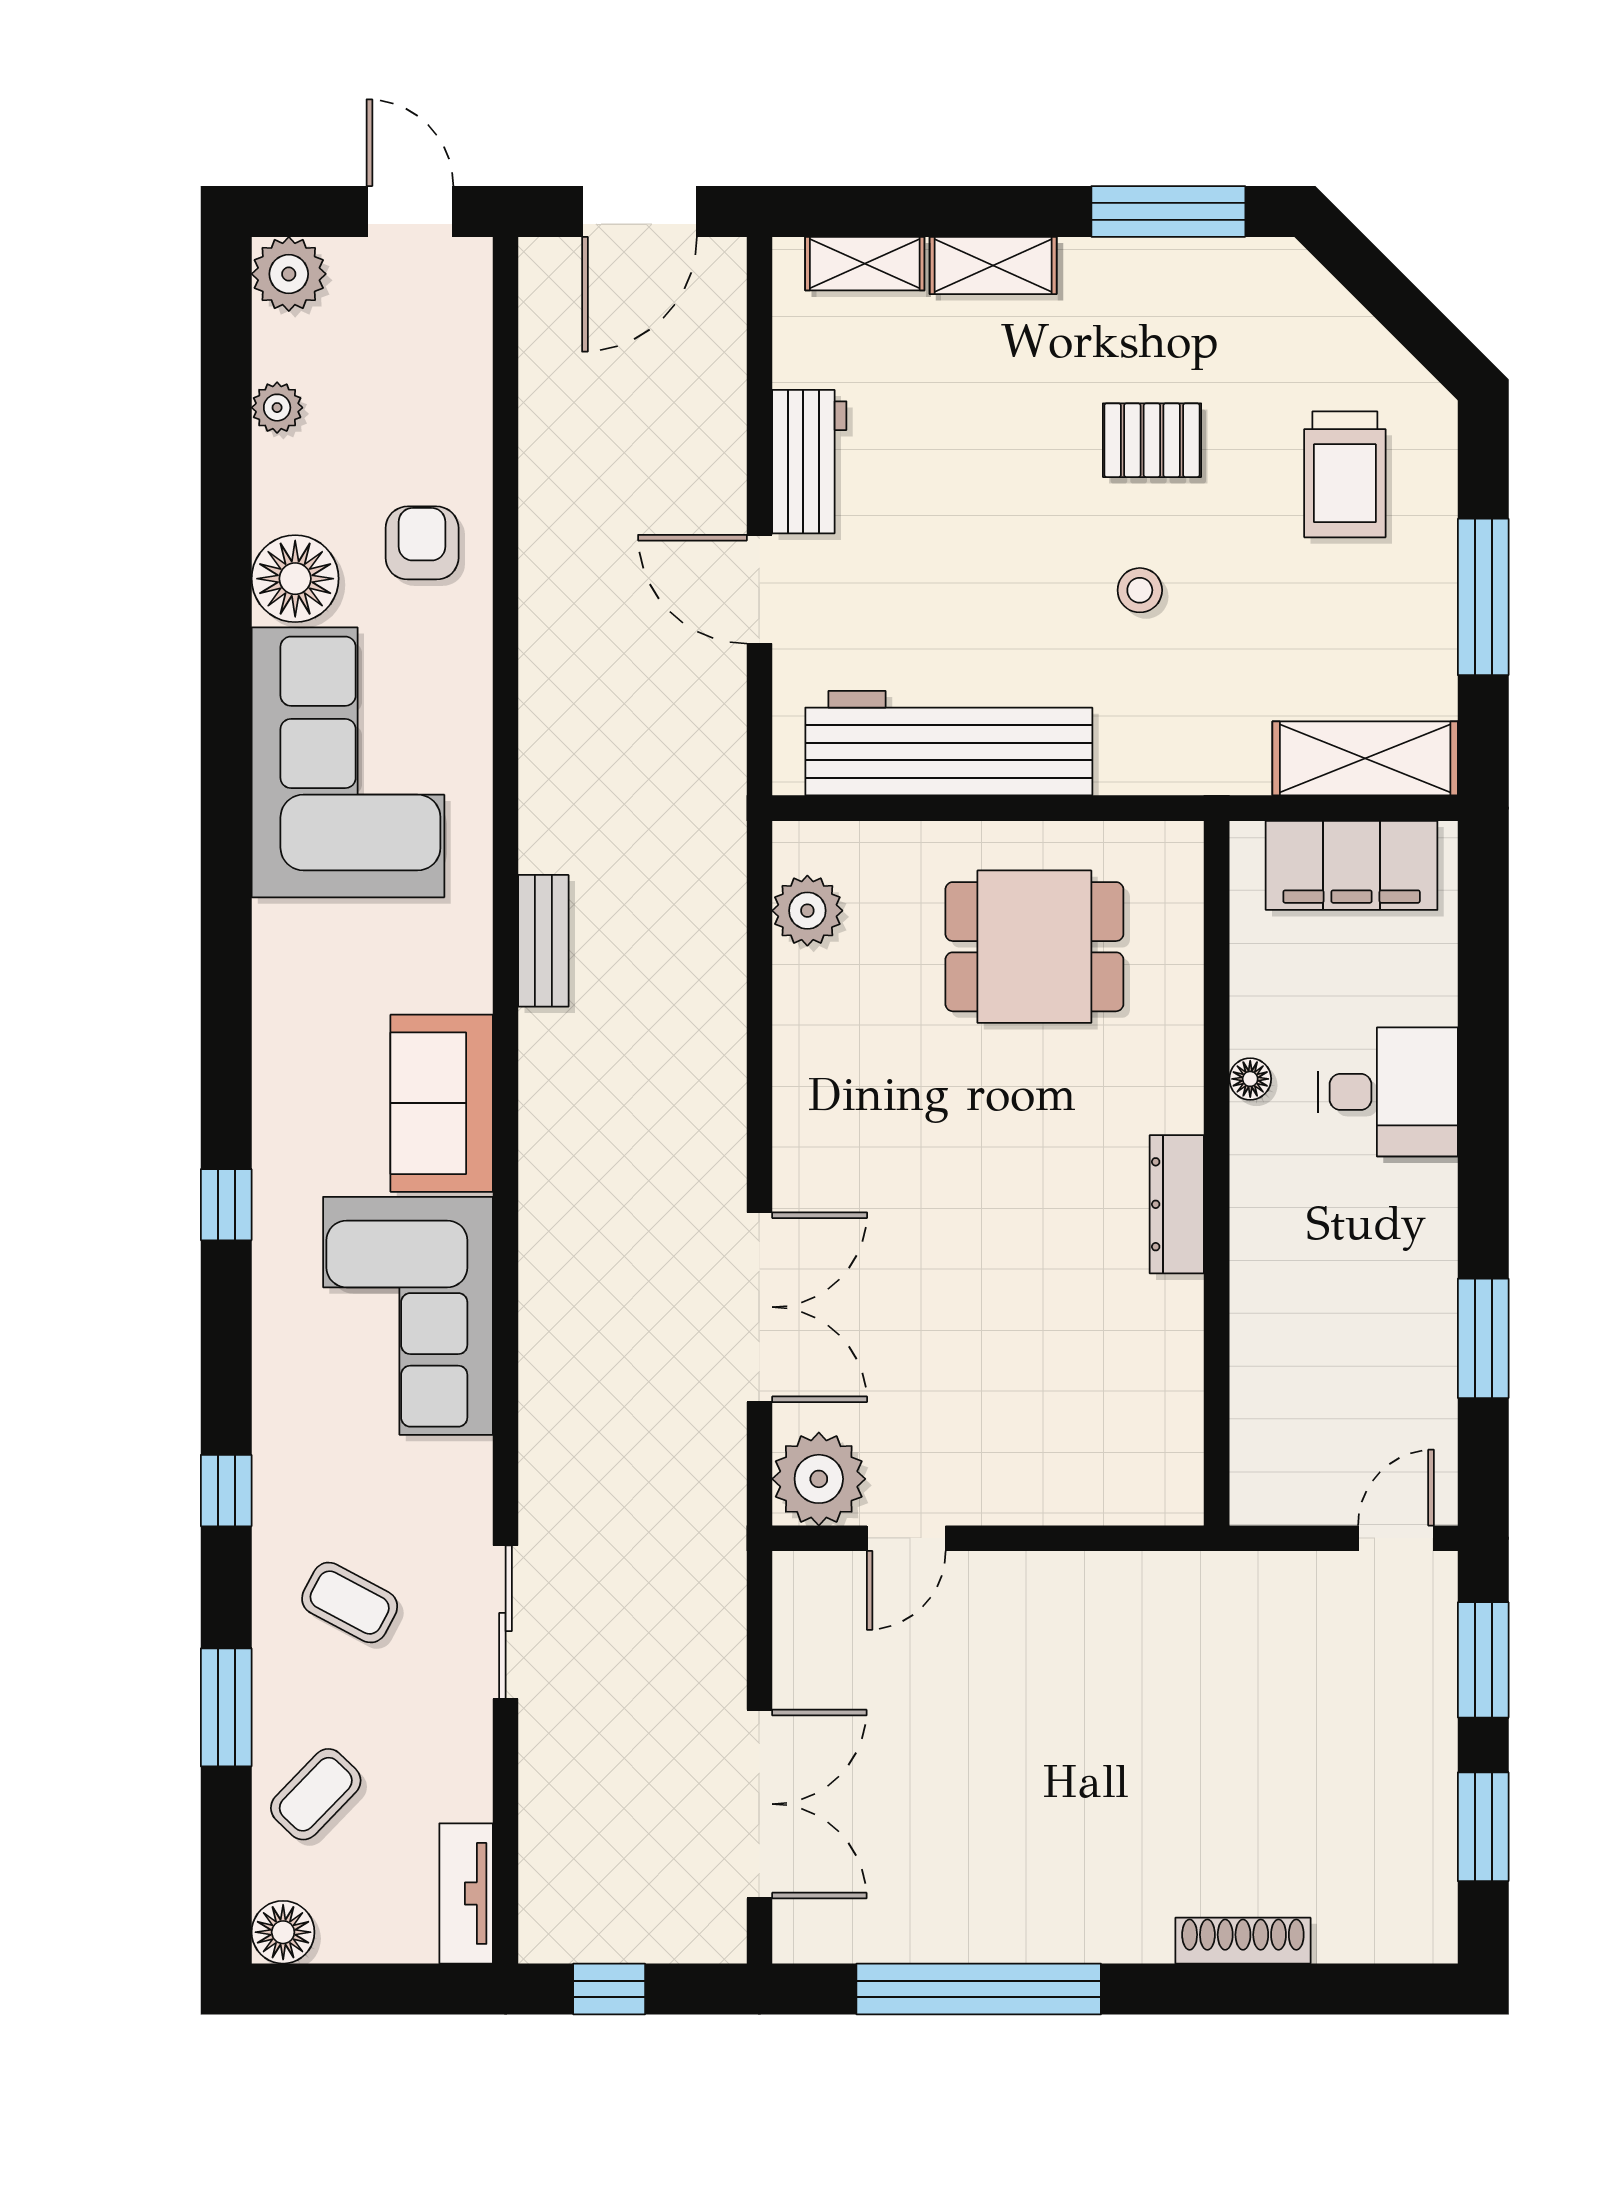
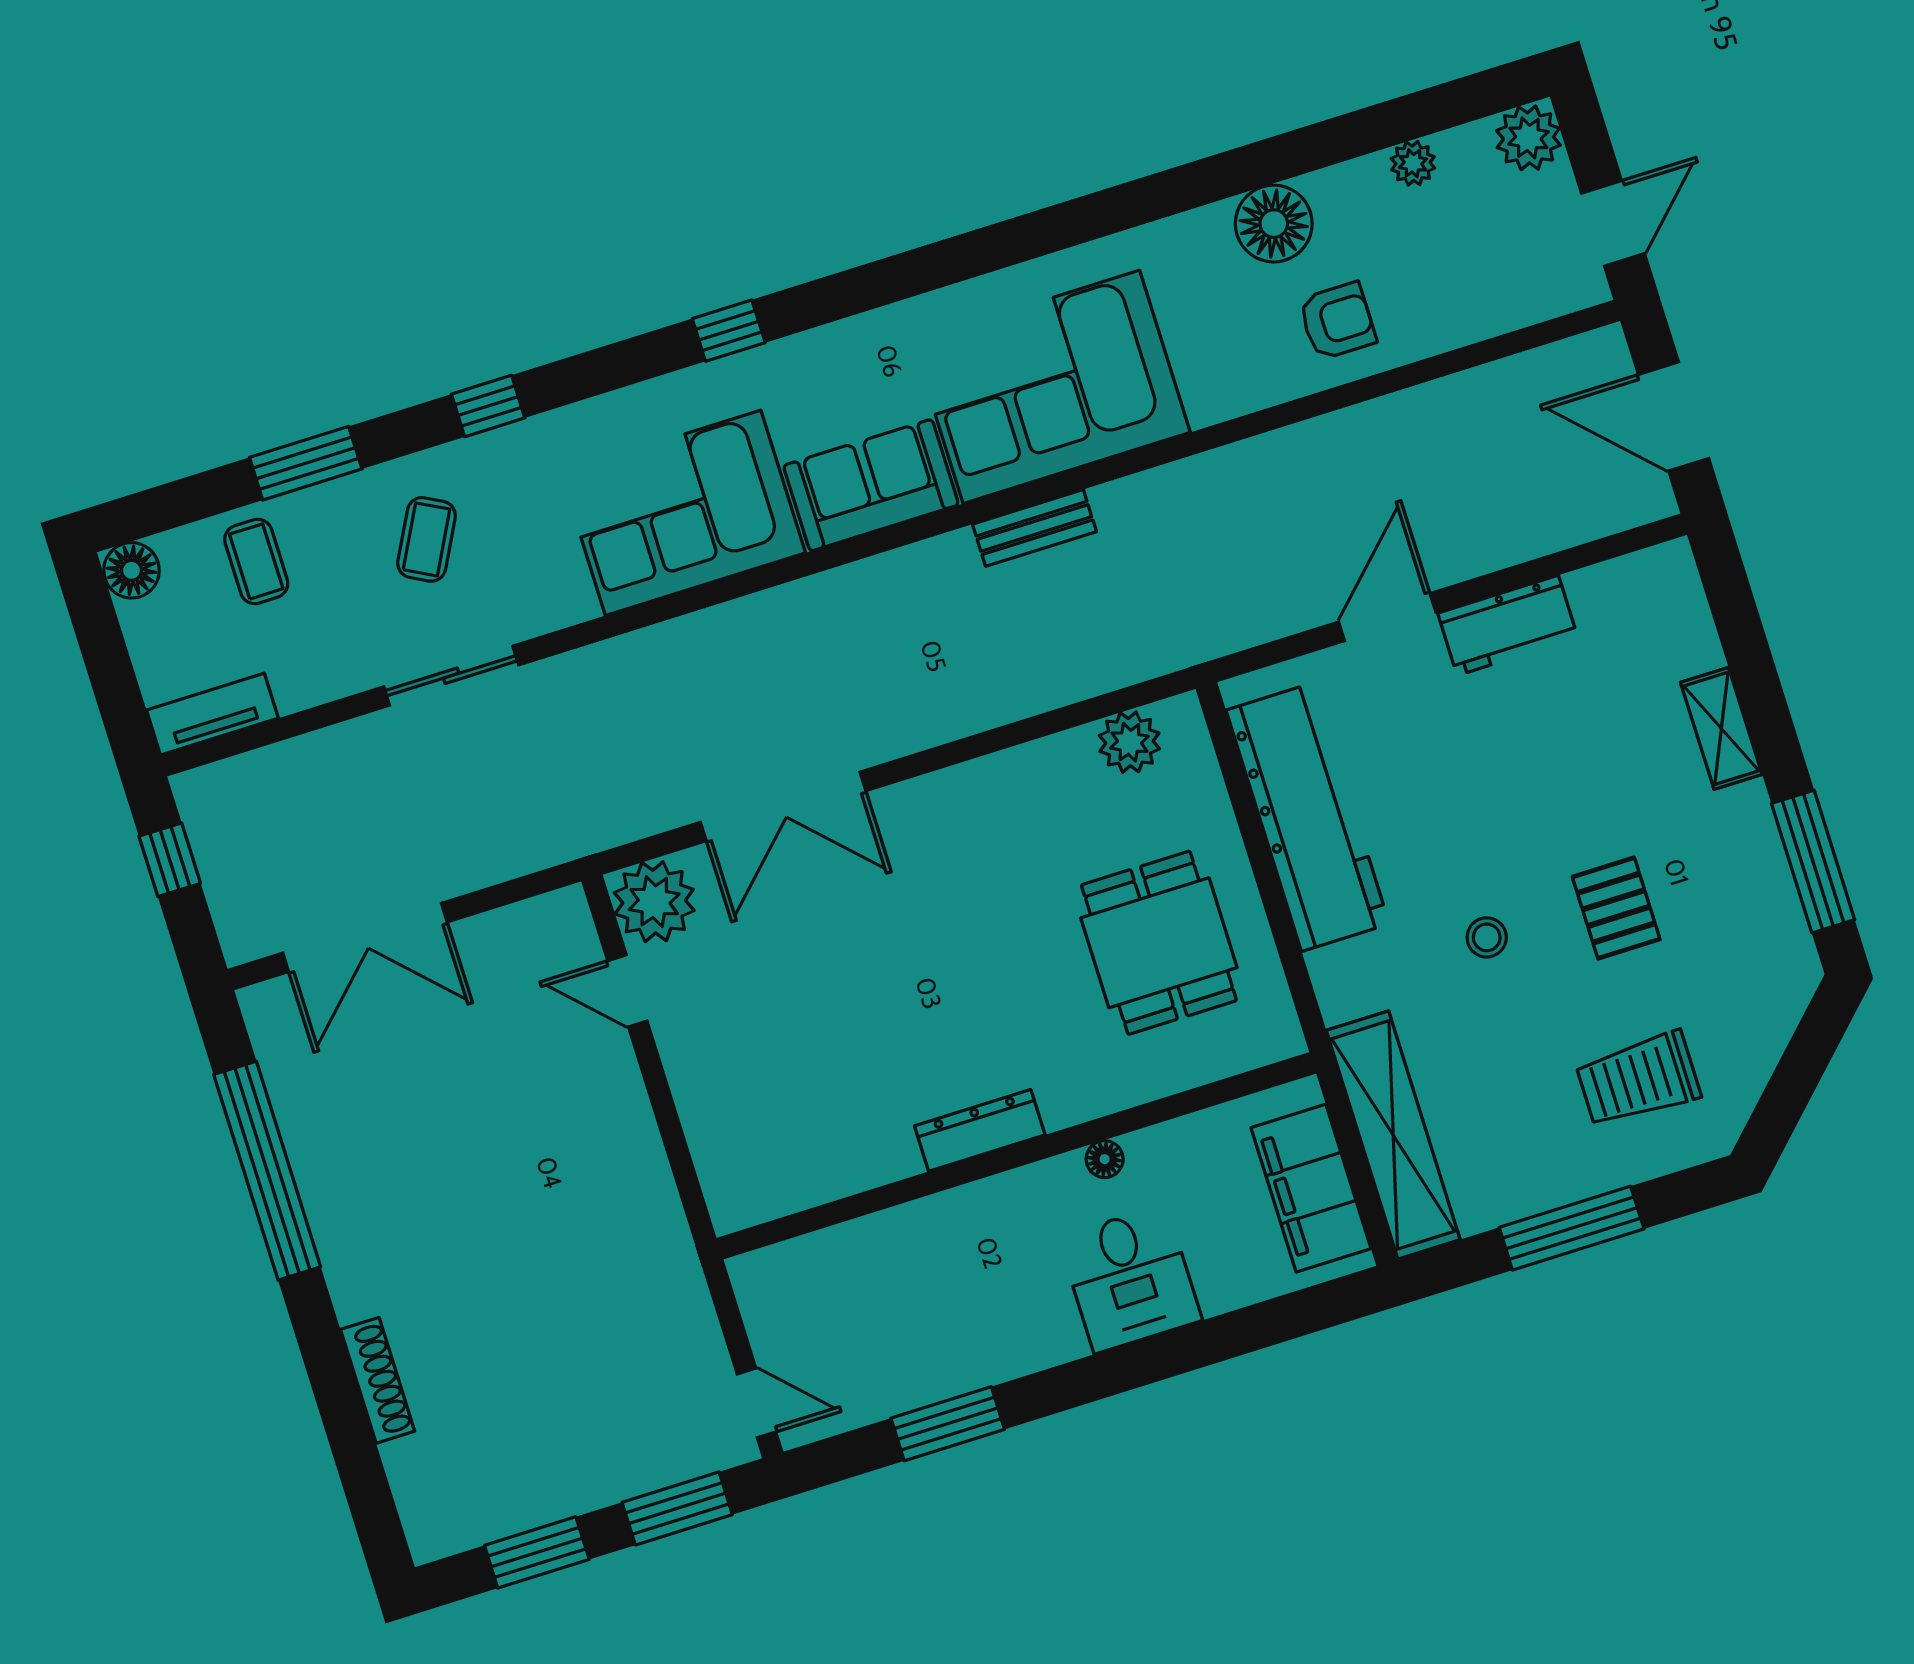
shelving: (865, 264) -> (1689, 620), removed
shelving: (1365, 758) -> (1393, 1135), width x1.47
corner sofa: (348, 762) -> (1051, 387), moved, turned 180
coffee table: (316, 1794) -> (256, 561), turned 46

